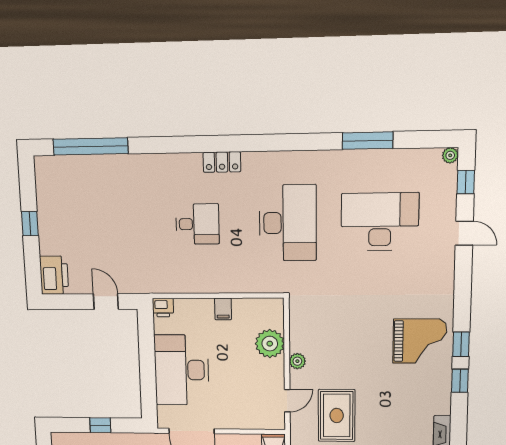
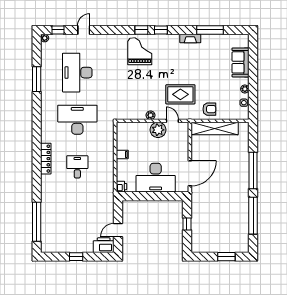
locker: (222, 162) -> (46, 159), width x1.53
door: (106, 302) -> (118, 230), moved
plant: (270, 344) -> (158, 130), moved

